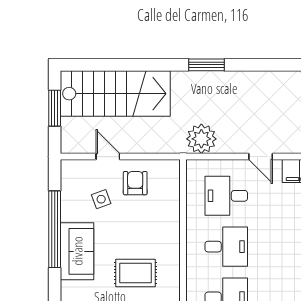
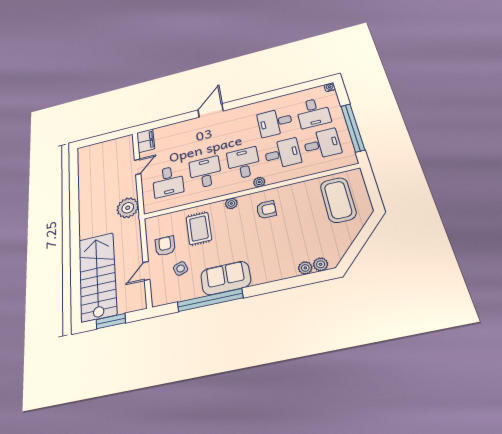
window: (206, 65) -> (75, 217), removed
armchair: (135, 183) -> (165, 246), turned 90
rug: (136, 273) -> (199, 228), moved
plant: (172, 273) -> (231, 203), added

